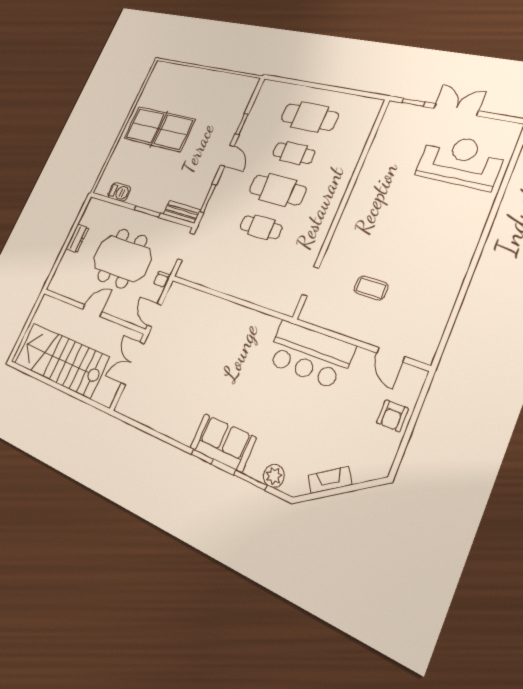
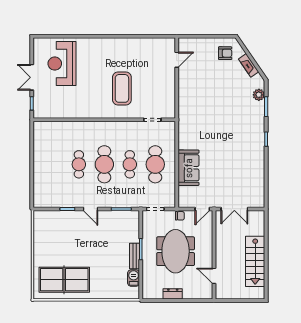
cafe table: (310, 117) -> (155, 164), moved
table tennis table: (159, 129) -> (64, 280), moved, turned 90
door: (227, 156) -> (91, 209), swing flipped
bench: (182, 212) -> (135, 256), moved
coffee table: (371, 288) -> (122, 88), moved, width x1.86, depth x1.72
door: (92, 311) -> (214, 276), moved
bar counter: (310, 354) -> (191, 103), removed
stairs: (61, 360) -> (255, 261), width x0.73, depth x0.66
armchair: (392, 416) -> (225, 53), moved
sofa: (223, 443) -> (189, 168), moved, turned 180

